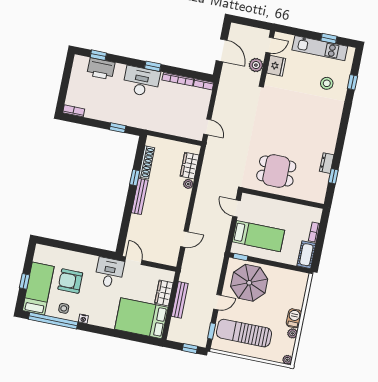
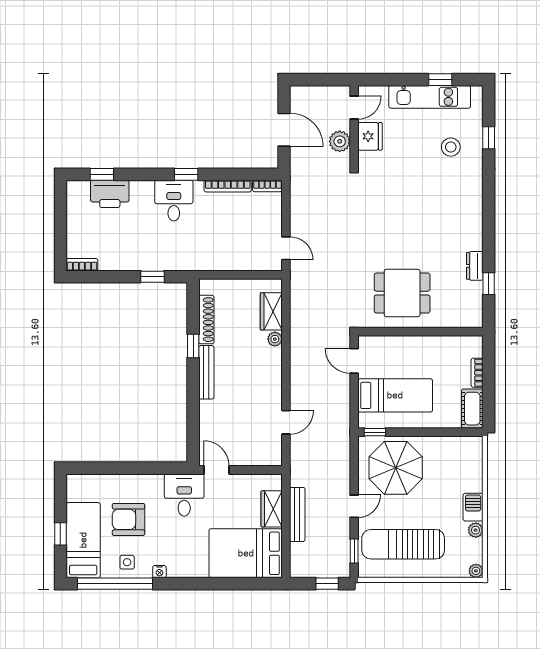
desk: (141, 81) -> (174, 201), width x0.73

